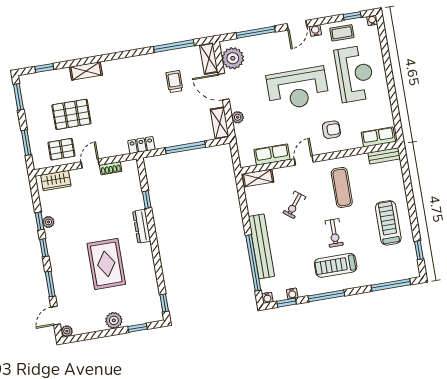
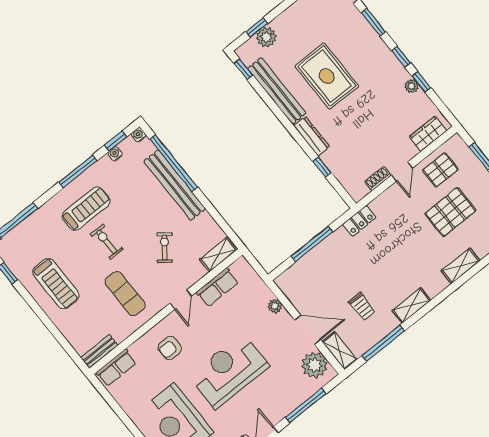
shelving: (220, 123) -> (411, 305), moved, turned 90
bench: (149, 273) -> (277, 91), added
plant: (114, 320) -> (266, 37), moved

